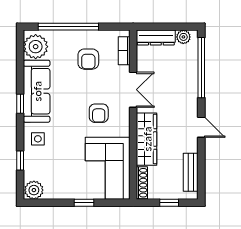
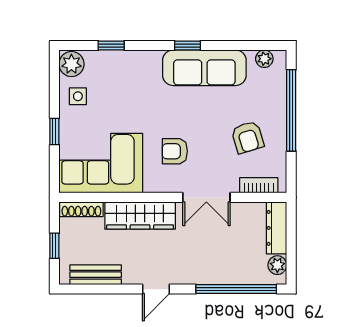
plant: (36, 47) -> (264, 59), width x0.53, depth x0.53
armchair: (88, 59) -> (248, 137), turned -107
side table: (38, 139) -> (78, 96), moved

